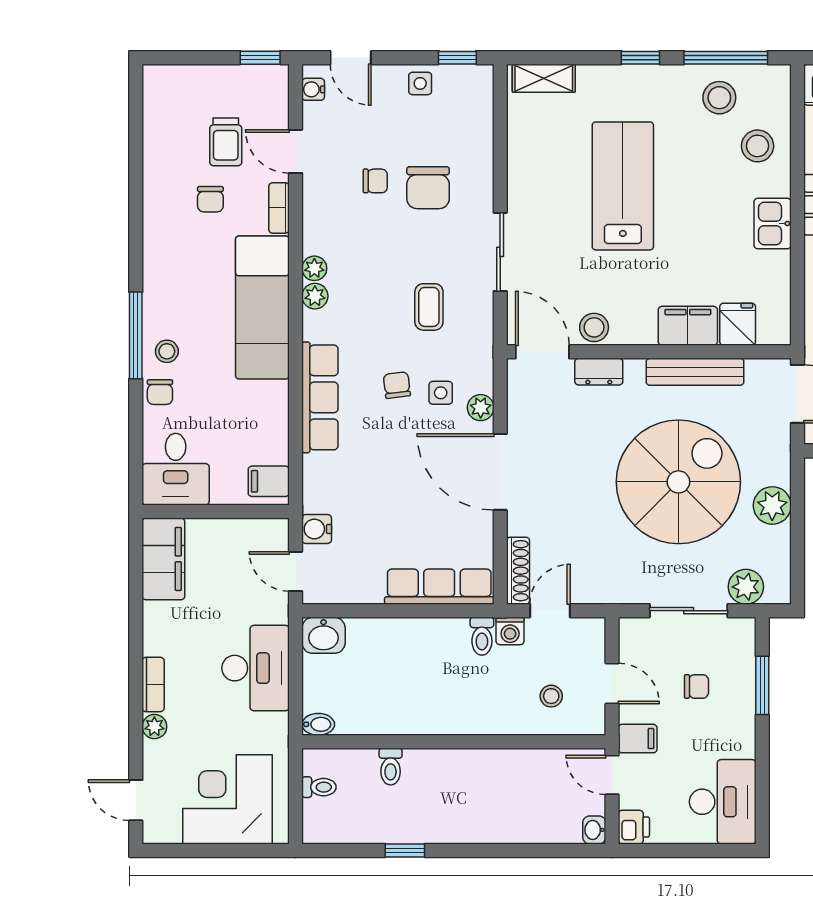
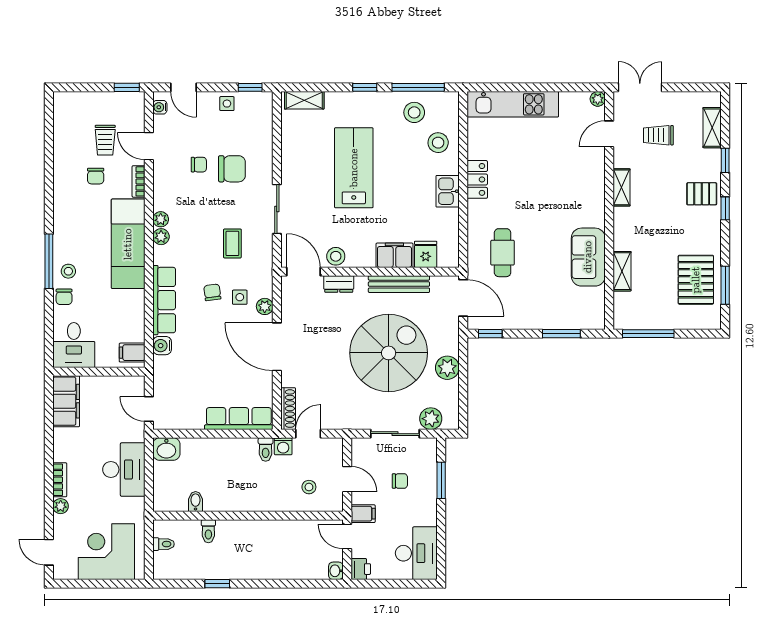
chair: (428, 188) -> (232, 169), turned -90
water cooler: (317, 529) -> (162, 346), moved
bidet: (318, 724) -> (196, 501), moved, turned -90

